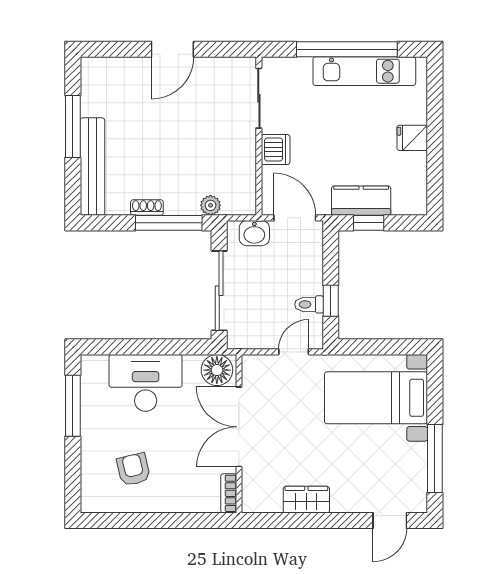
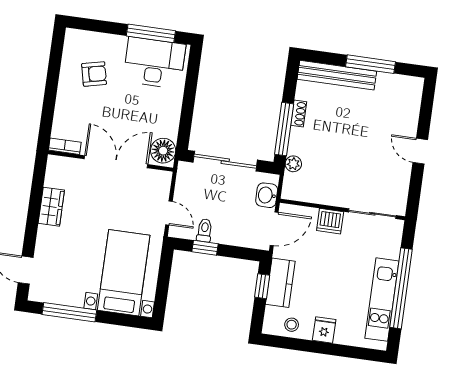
door: (172, 49) -> (420, 151), width x0.73
stool: (411, 179) -> (292, 325), added
desk: (146, 383) -> (154, 63), moved, turned -90

